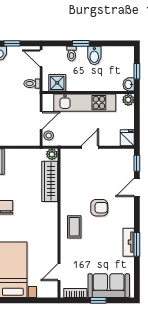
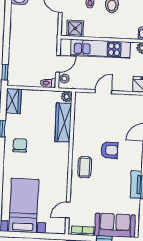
toilet: (32, 84) -> (48, 83), moved

